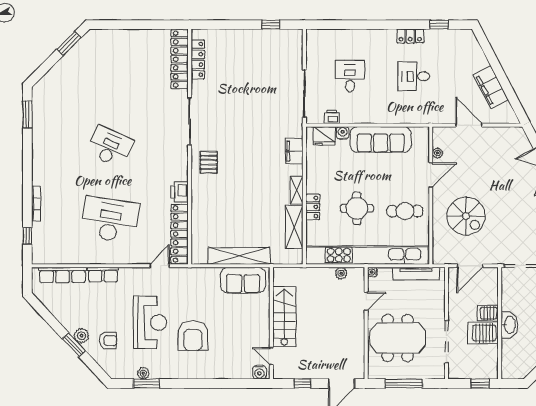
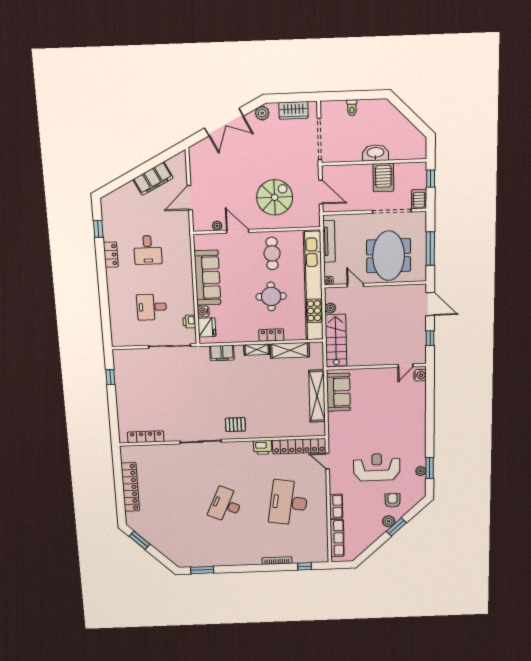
locker: (180, 59) -> (130, 487), moved, turned -90
server rack: (488, 313) -> (419, 199), moved, turned 180
stairs: (284, 317) -> (336, 340), moved, turned 90
armchair: (193, 336) -> (388, 432), removed

